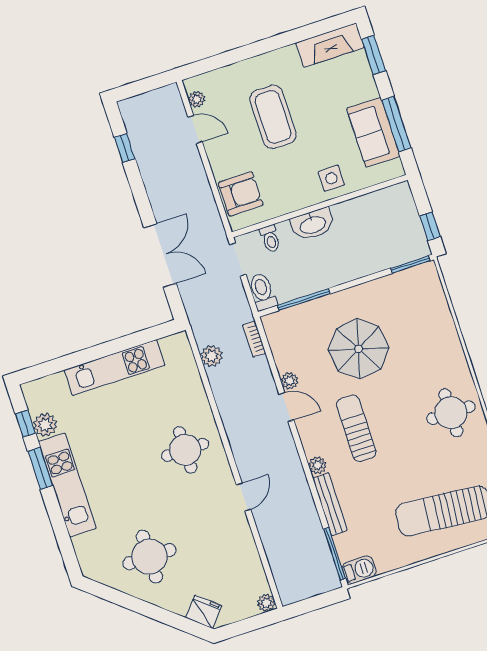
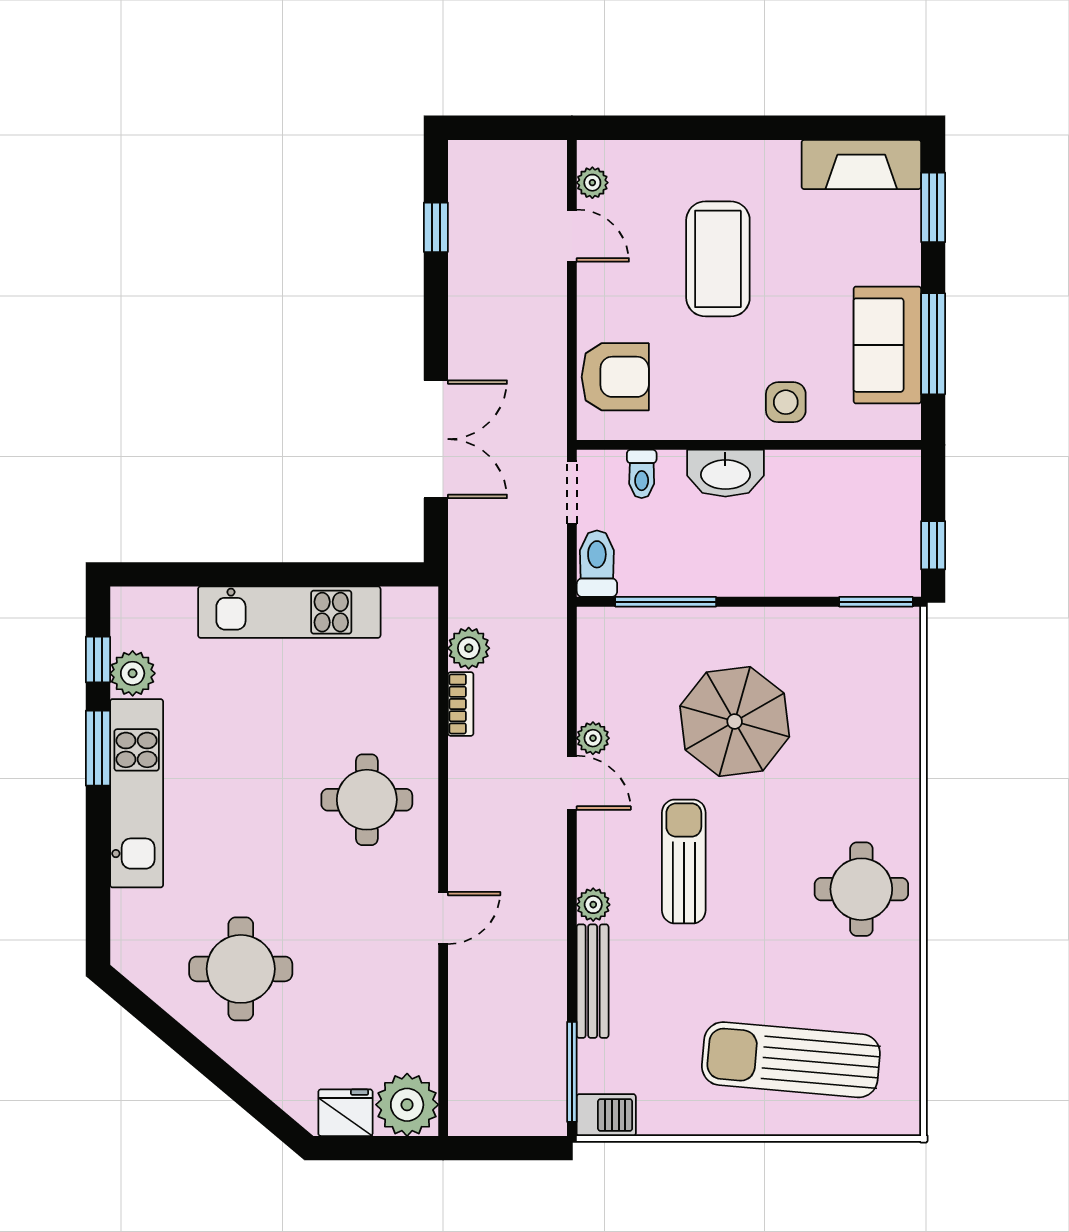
bookcase: (254, 339) -> (461, 704), moved, turned 180
plant: (266, 603) -> (407, 1105), width x1.87, depth x1.87
fridge: (204, 612) -> (345, 1113), moved, turned -40

